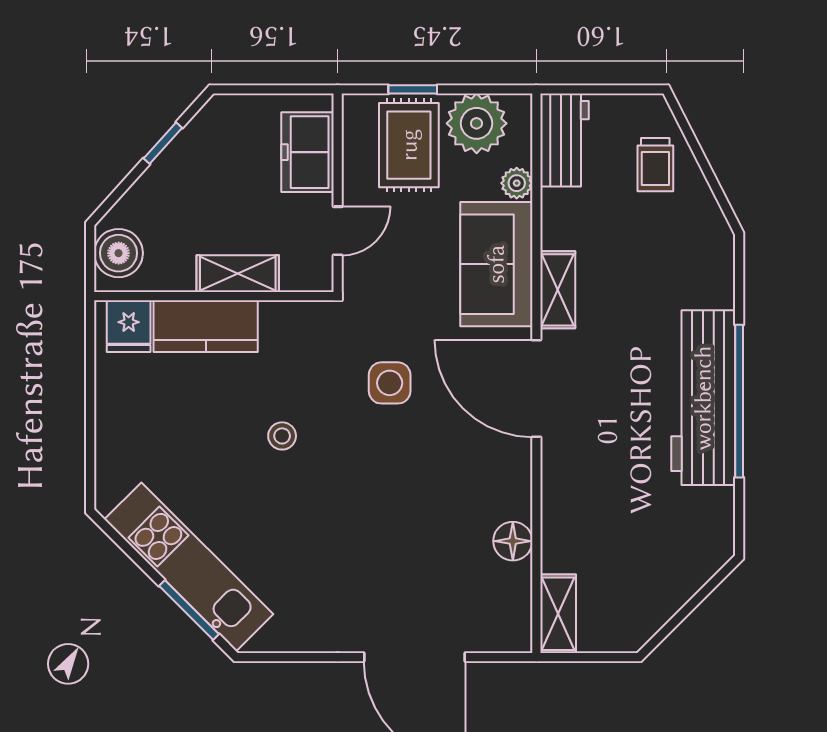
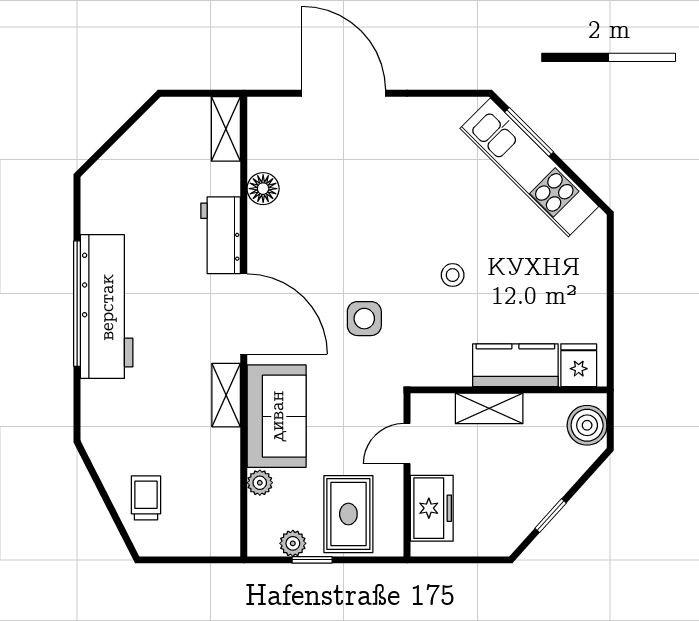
window: (413, 89) -> (312, 560), moved
plant: (477, 123) -> (293, 543), width x0.53, depth x0.53
workbench: (564, 140) -> (221, 235), moved

